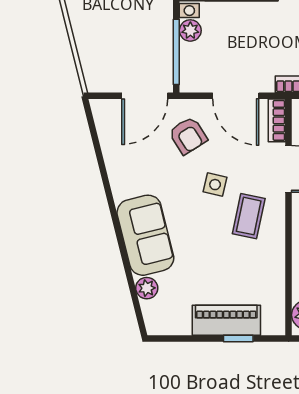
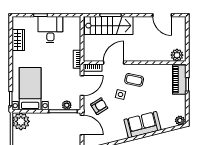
plant: (190, 30) -> (67, 105), moved
plant: (147, 288) -> (180, 120), moved
piano: (226, 320) -> (179, 80), moved

